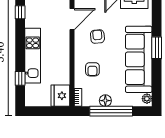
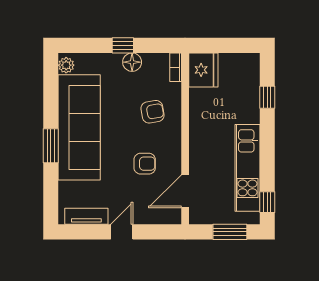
armchair: (97, 37) -> (145, 164), turned -85
kitchen unit: (33, 56) -> (247, 168), moved
armchair: (92, 69) -> (153, 112), turned 80
window: (111, 111) -> (123, 45), width x0.32

